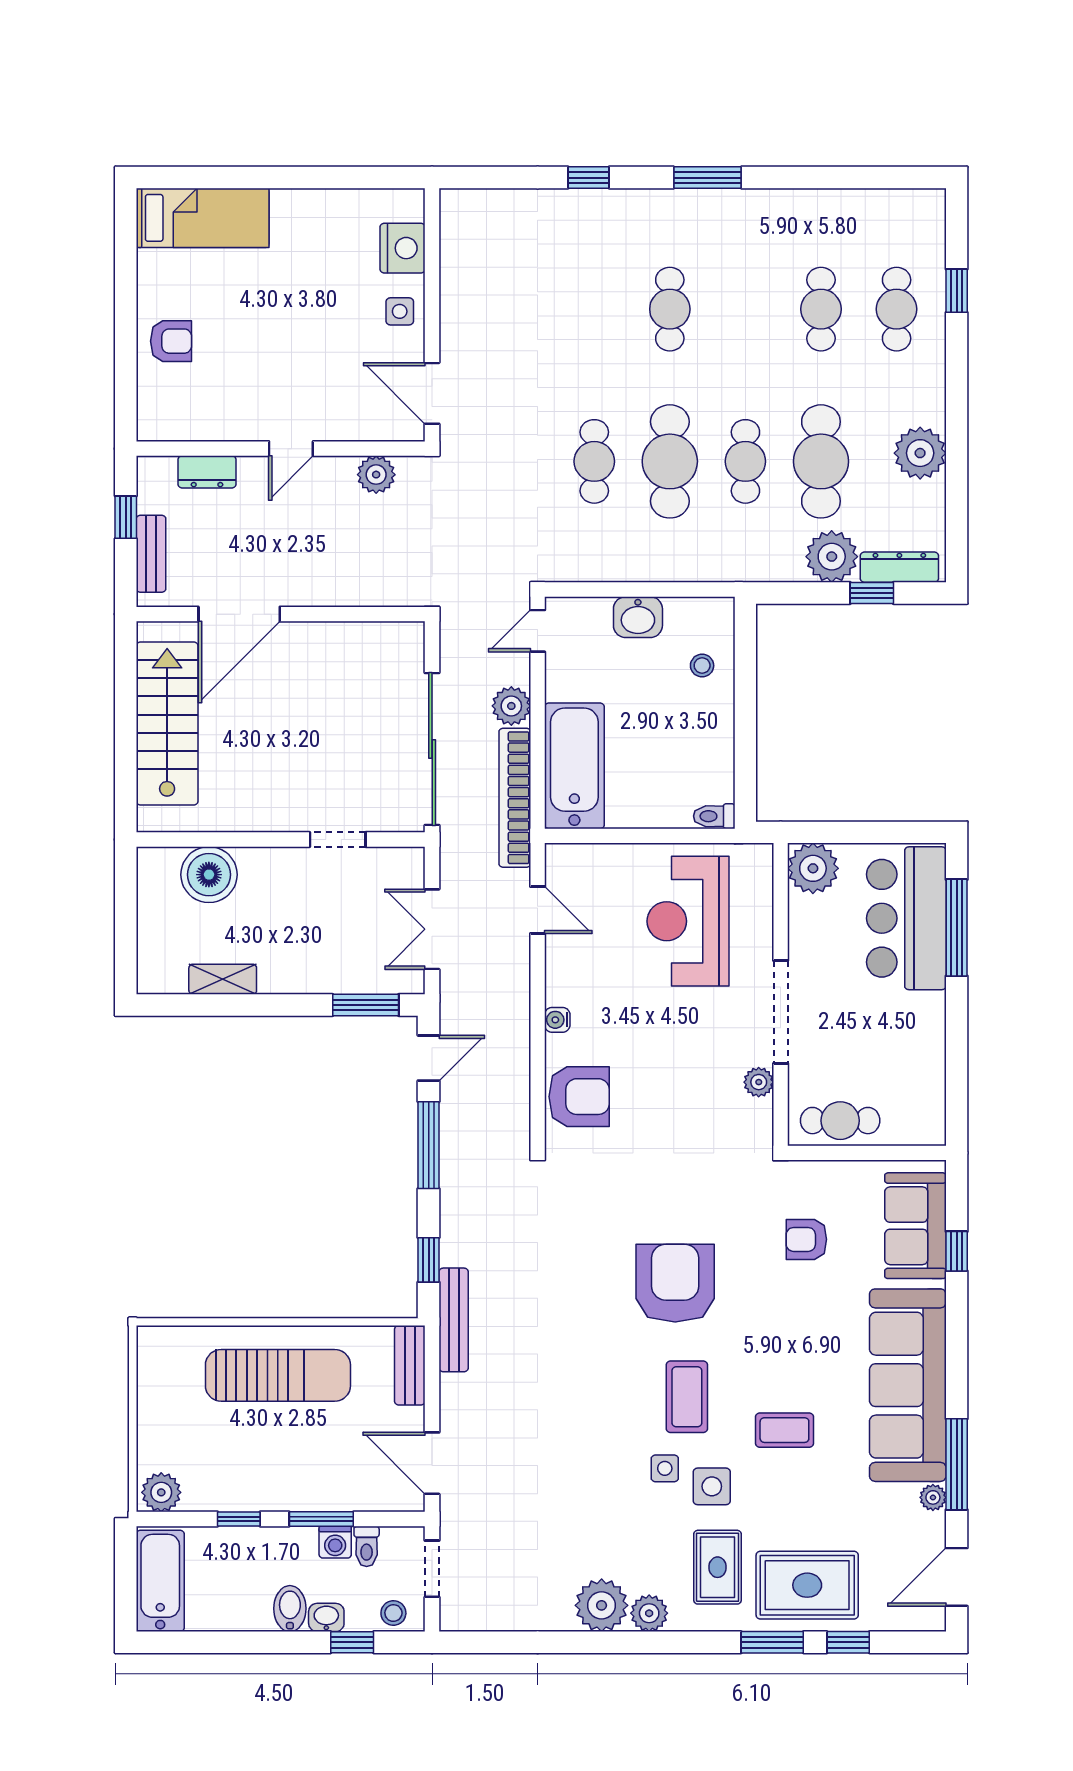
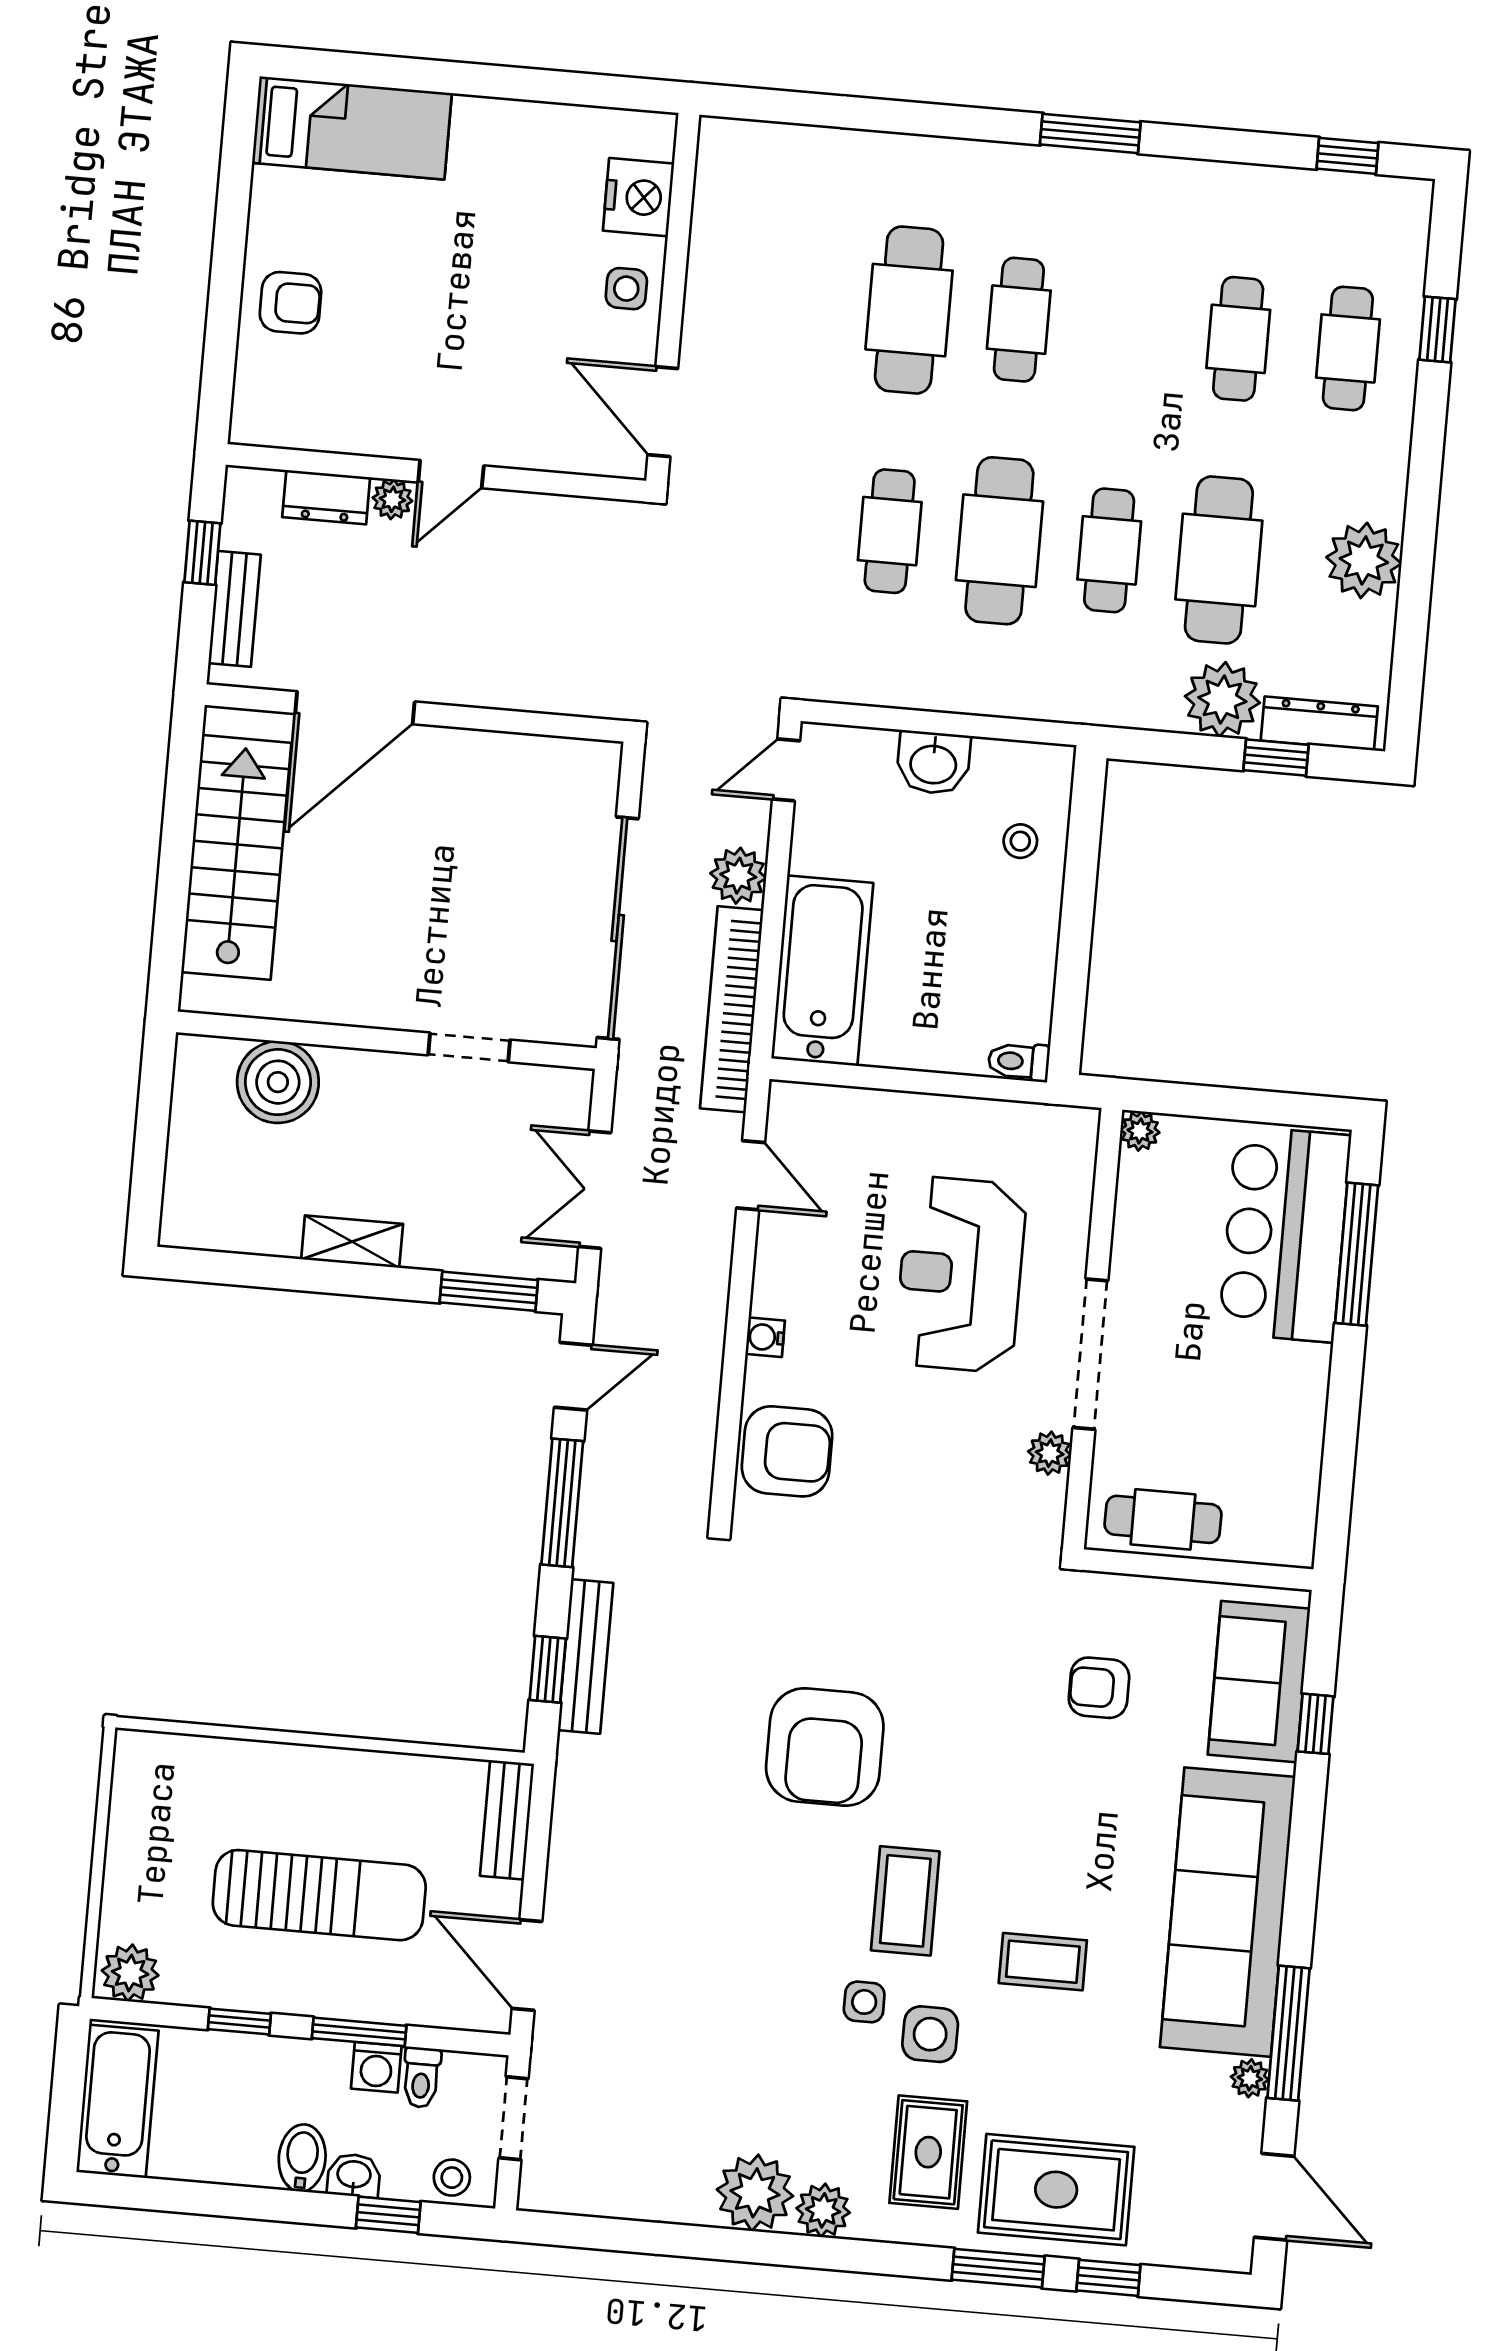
window: (589, 178) -> (1347, 156), moved
cafe table: (594, 309) -> (909, 310), added
plant: (376, 475) -> (392, 499), moved, width x0.73, depth x0.73
plant: (813, 868) -> (1140, 1131), width x0.53, depth x0.53
reception desk: (688, 921) -> (960, 1274), moved
shelving: (223, 979) -> (352, 1242), moved
armchair: (675, 1283) -> (825, 1747), moved, turned 180
bench: (454, 1320) -> (586, 1657), moved
sun lounger: (278, 1375) -> (319, 1895), moved
door: (957, 1577) -> (1274, 2197), swing flipped

